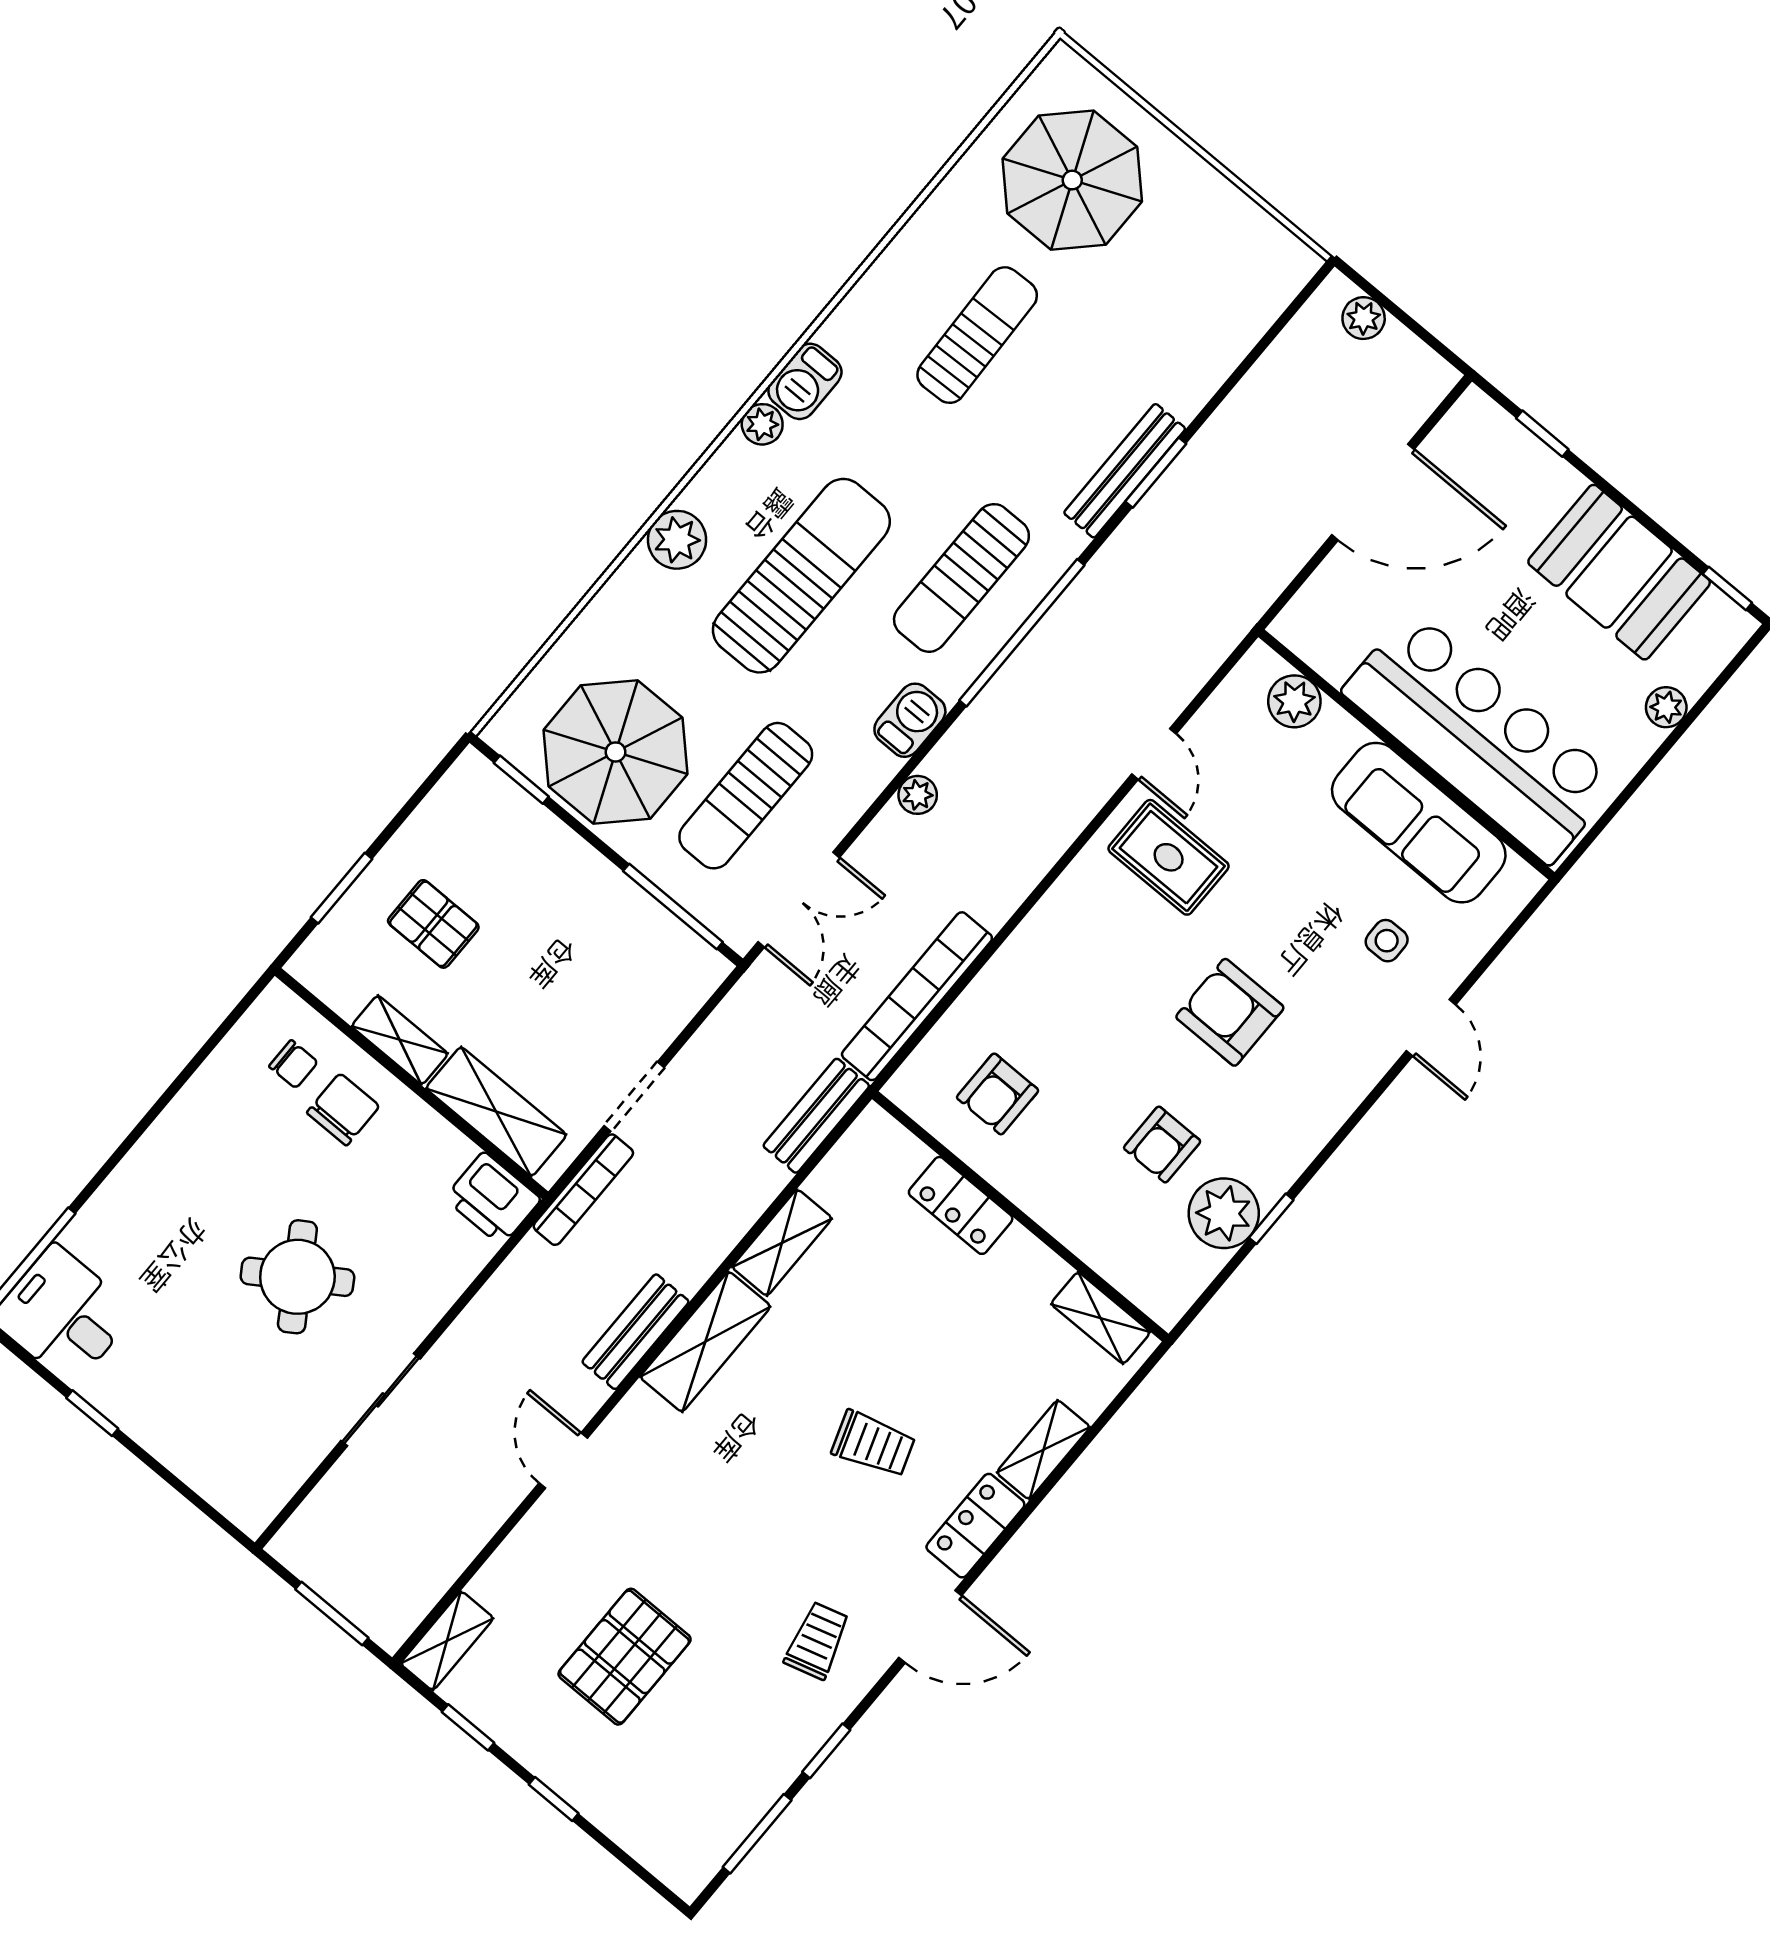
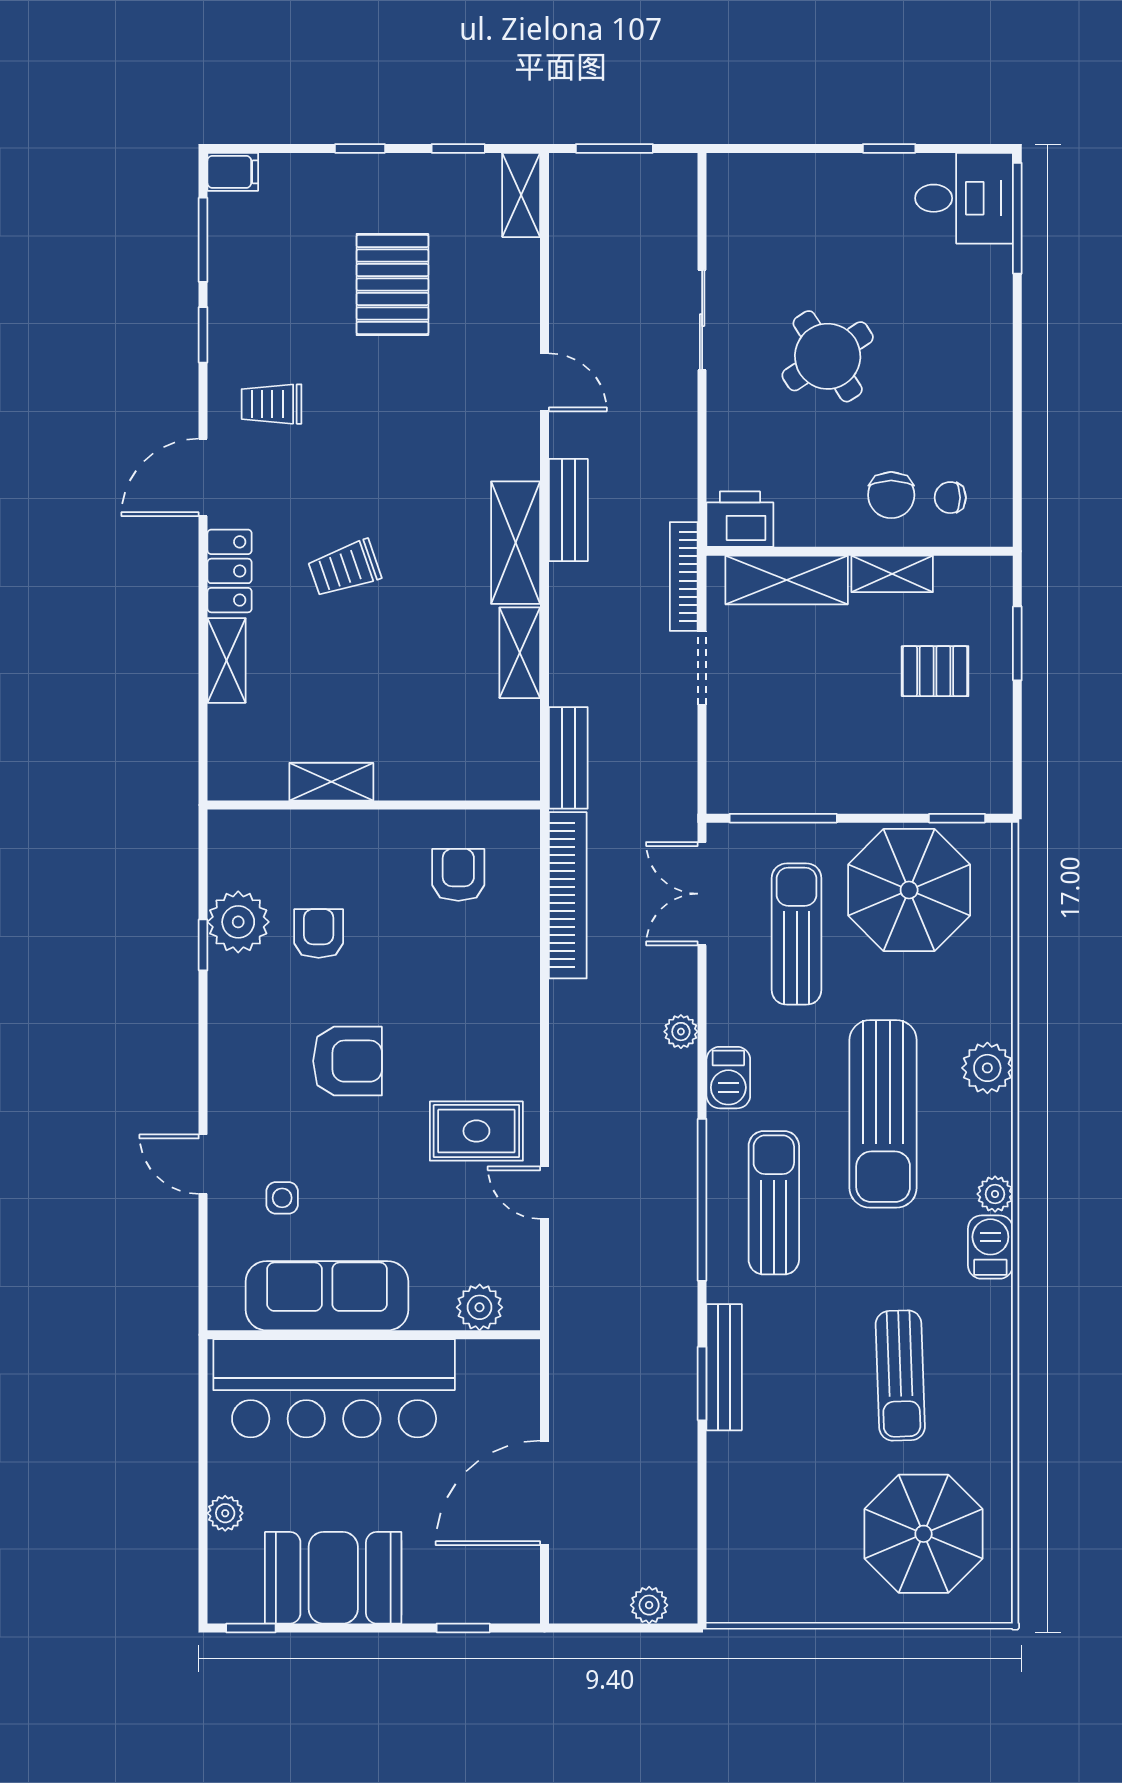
locker: (961, 1205) -> (420, 779), removed
shelving: (1101, 1318) -> (331, 782), moved
trolley: (817, 1641) -> (272, 404), turned 106
filing cabinet: (682, 1871) -> (233, 172), added

